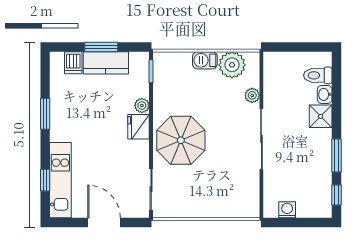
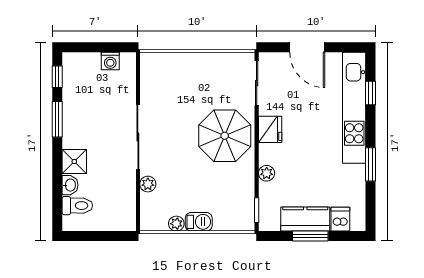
plant: (232, 65) -> (176, 224), width x0.53, depth x0.53
fridge: (139, 127) -> (270, 129), moved
kitchen unit: (60, 180) -> (354, 108), width x1.36

